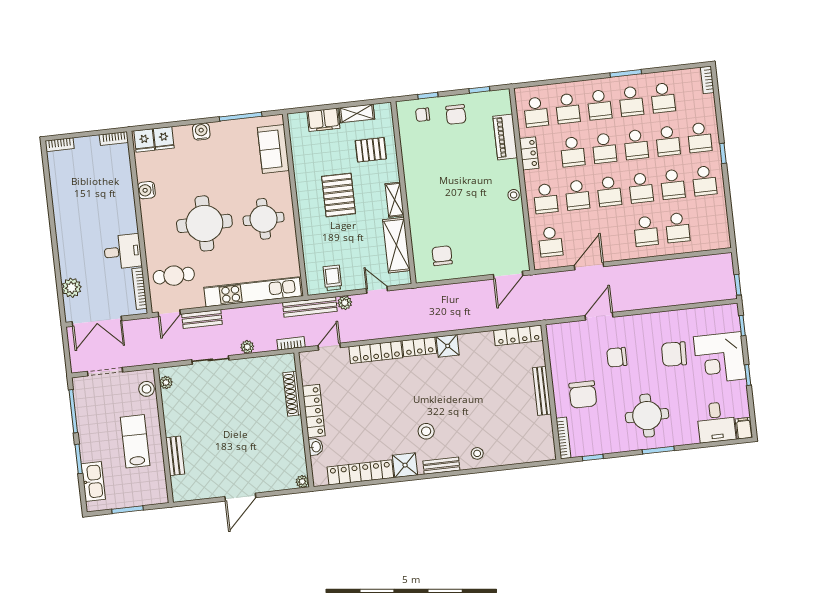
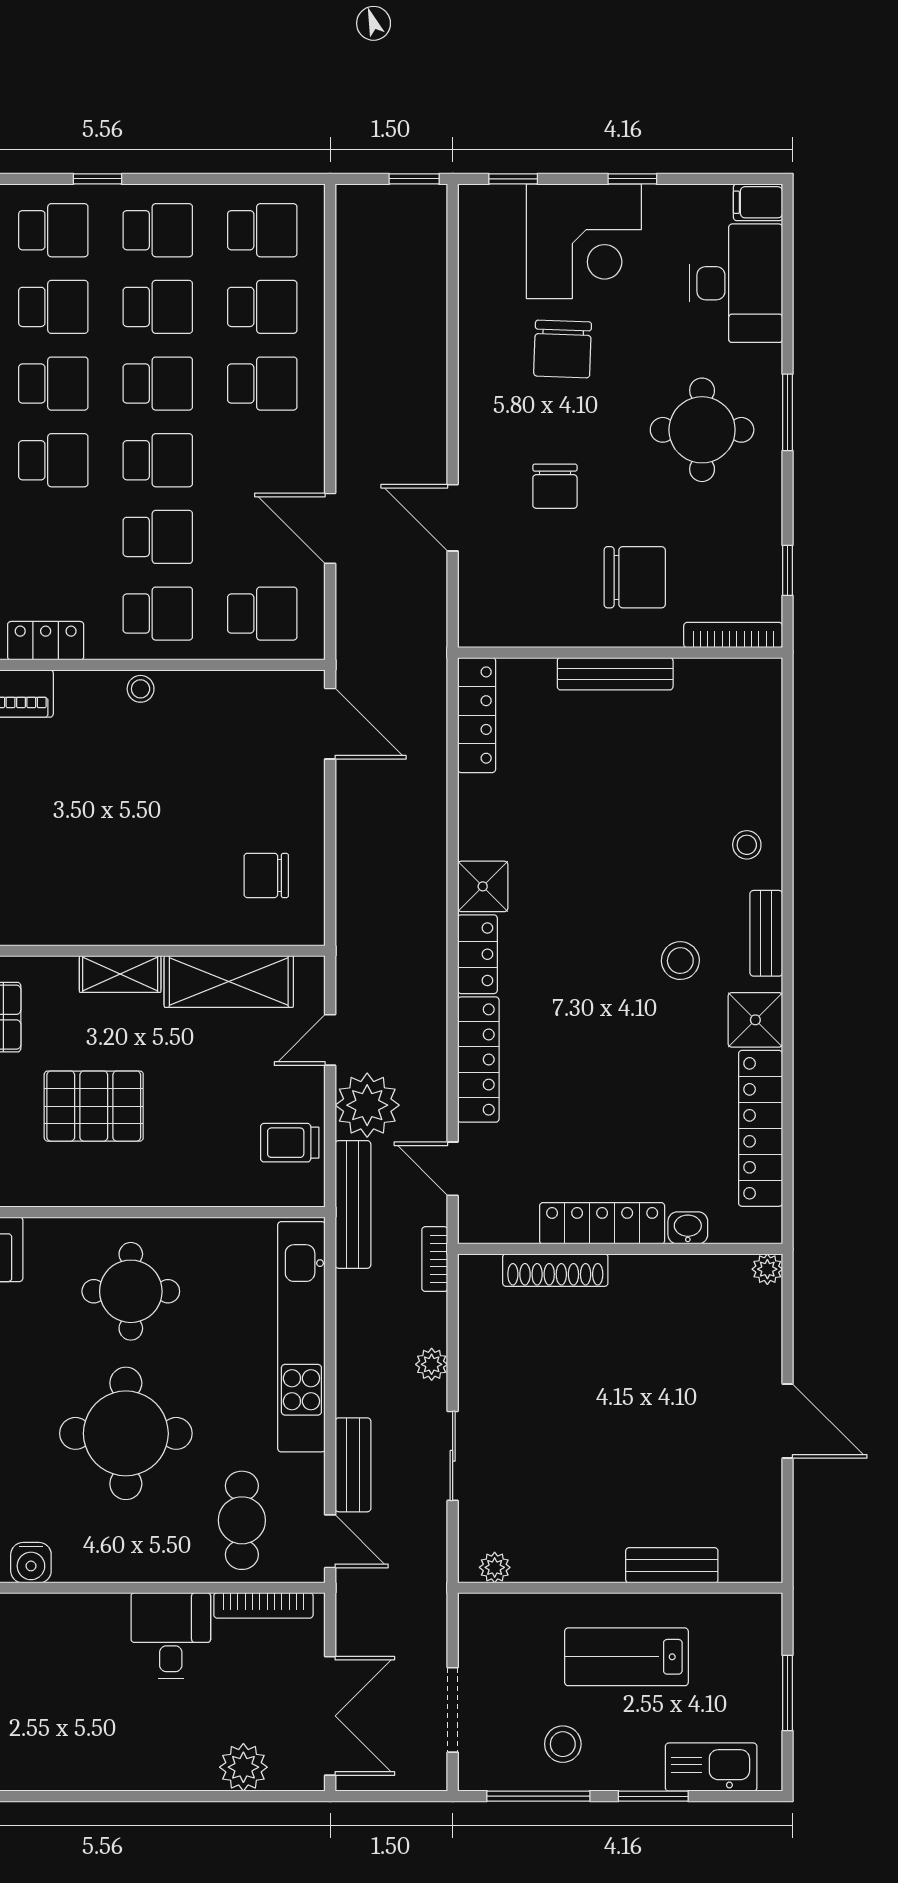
school desk: (573, 152) -> (262, 230), moved
plant: (345, 303) -> (367, 1105), width x1.87, depth x1.87
stool: (147, 389) -> (563, 1744), moved
desk: (716, 422) -> (736, 283), width x1.37

